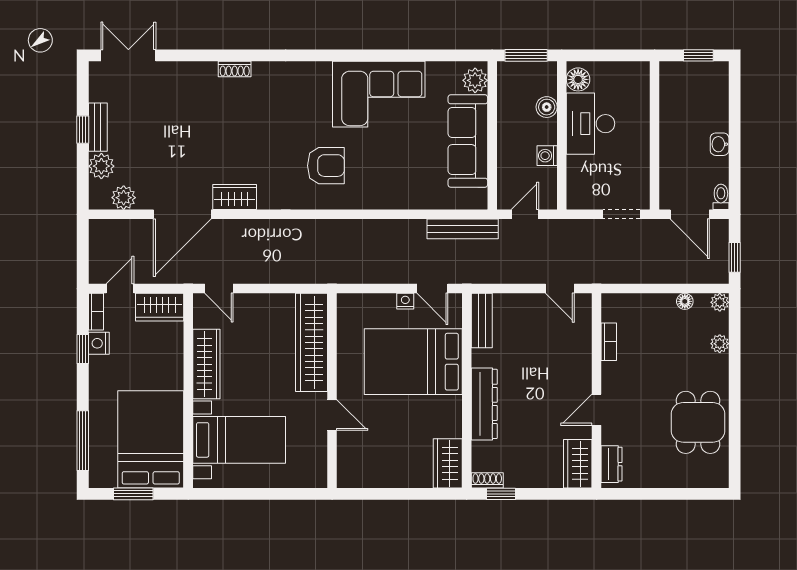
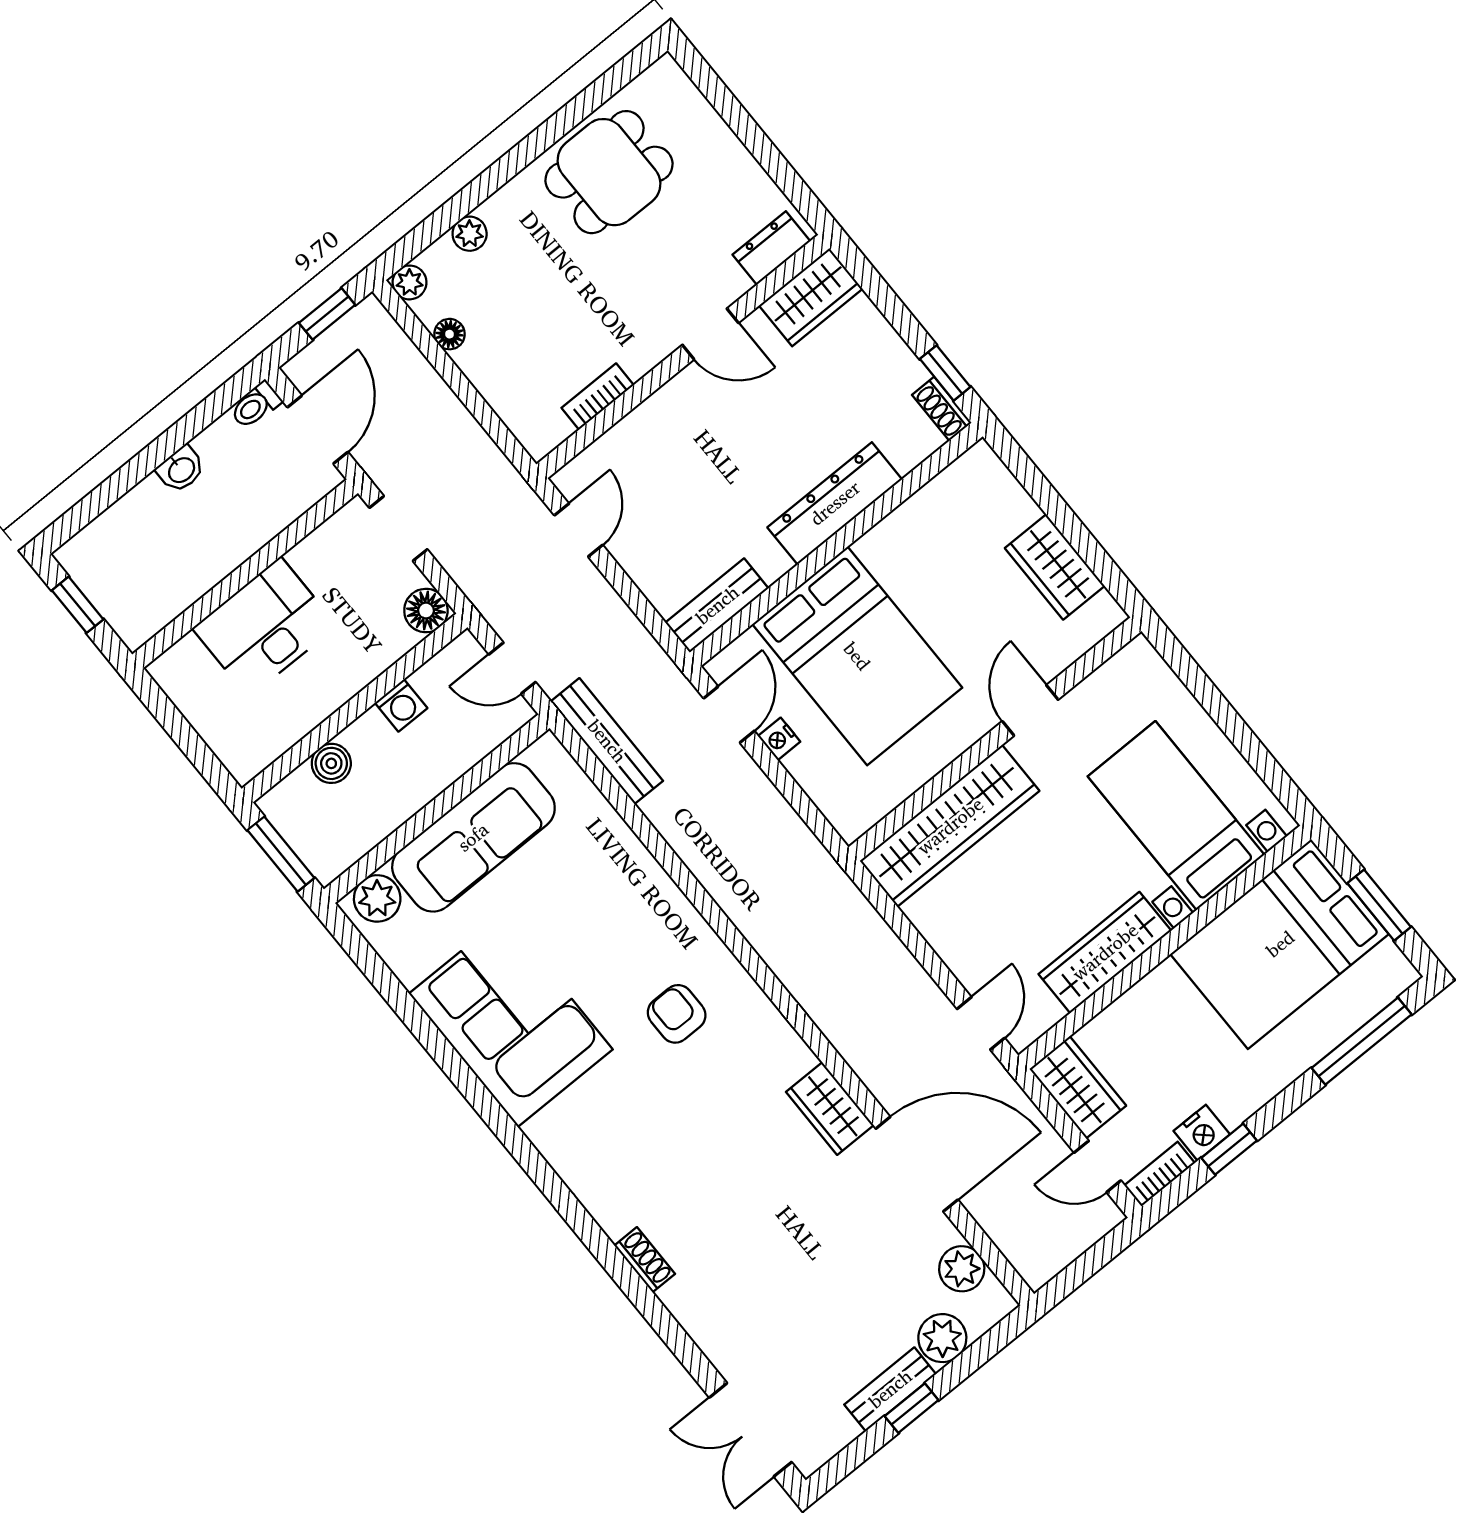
floor lamp: (578, 79) -> (426, 611), moved
desk: (591, 124) -> (265, 627), moved, turned 180
armchair: (326, 166) -> (677, 1014), width x0.72, depth x0.72
wardrobe: (448, 463) -> (1055, 567), moved, turned 90

